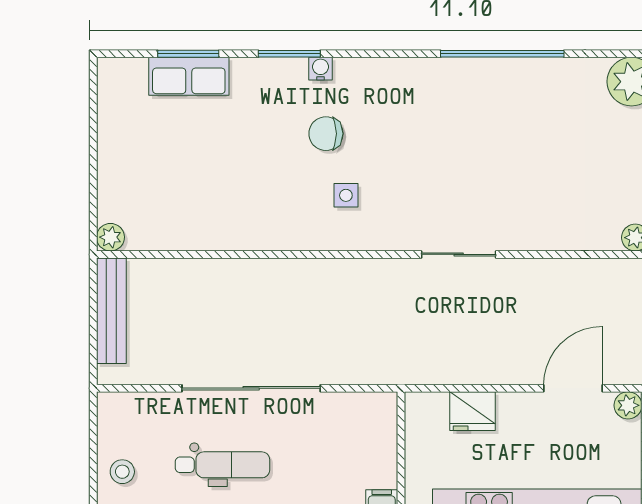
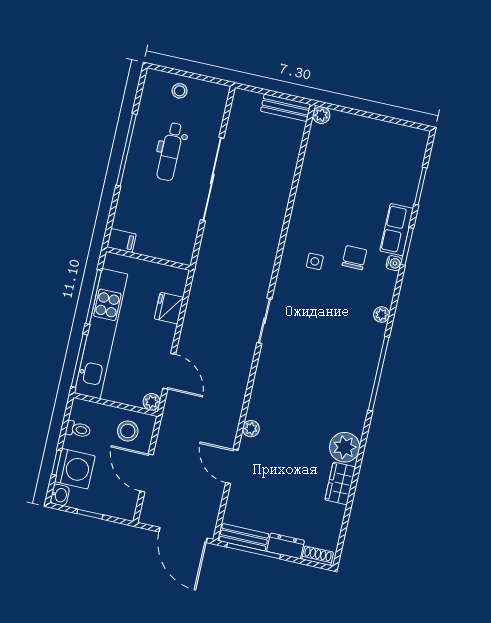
plant: (407, 70) -> (382, 315), added
row of seats: (189, 76) -> (397, 230), moved
bench: (111, 311) -> (286, 108), width x0.73

